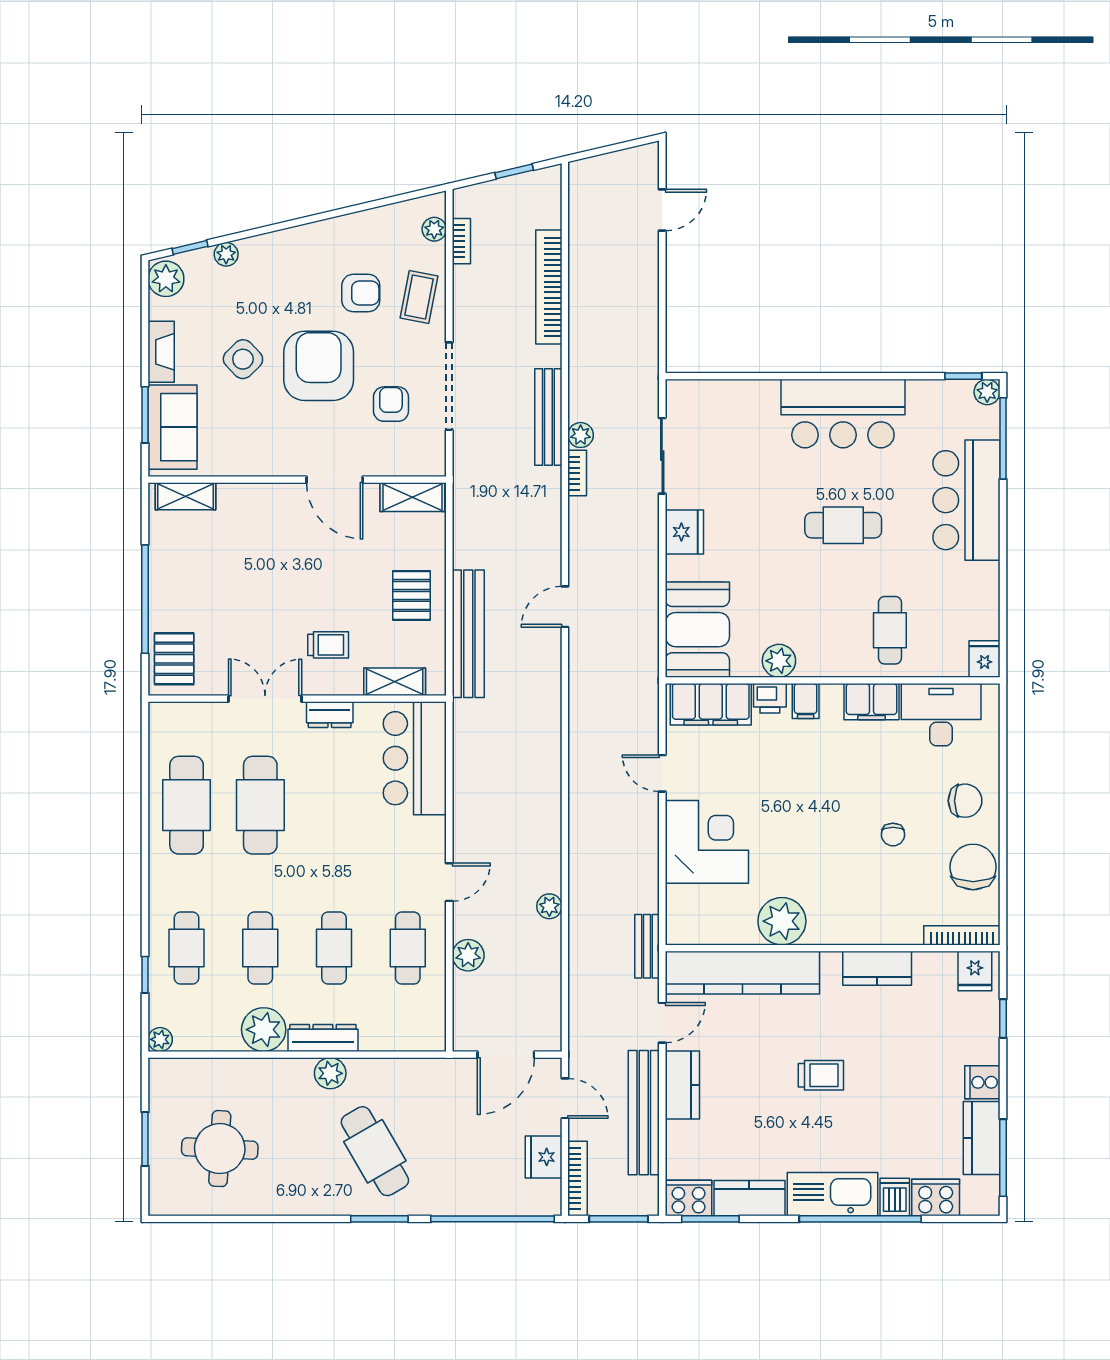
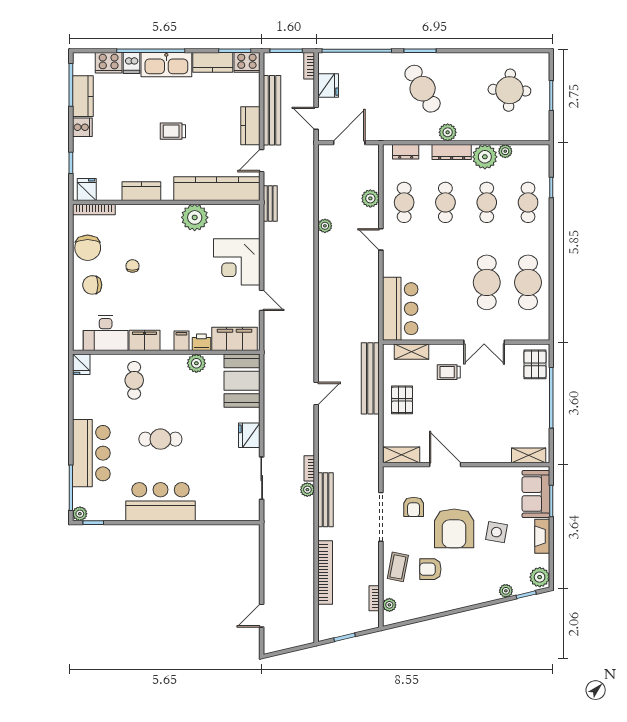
side table: (243, 359) -> (496, 532), turned -36
dresser: (330, 715) -> (406, 152), moved, turned 180
door: (449, 882) -> (381, 239), hinge flipped
plant: (160, 1039) -> (505, 151), moved
bookcase: (577, 1179) -> (309, 66), width x0.64

